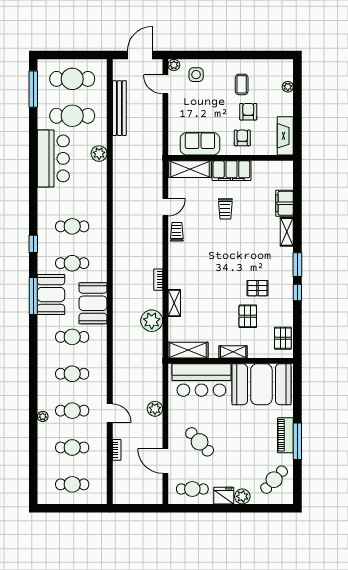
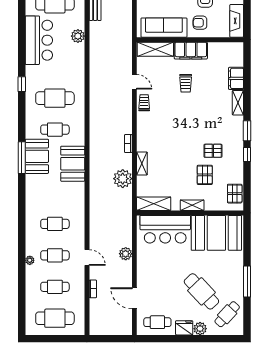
armchair: (242, 138) -> (200, 23), turned -90
sofa: (200, 144) -> (164, 28), width x1.36
door: (165, 207) -> (134, 82), hinge flipped
cafe table: (72, 226) -> (55, 98), width x1.37, depth x1.35
window: (33, 244) -> (22, 84), moved
cafe table: (72, 337) -> (55, 192), removed
piano: (285, 435) -> (237, 276), removed
cafe table: (200, 442) -> (201, 291), moved, width x1.37, depth x1.35
cafe table: (72, 484) -> (55, 318), width x1.37, depth x1.35

